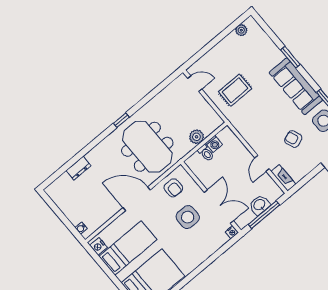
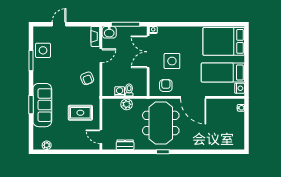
sofa: (296, 86) -> (42, 105), moved
armchair: (293, 139) -> (87, 78), moved
dresser: (78, 168) -> (125, 145), moved
washbasin: (260, 205) -> (109, 32), moved

